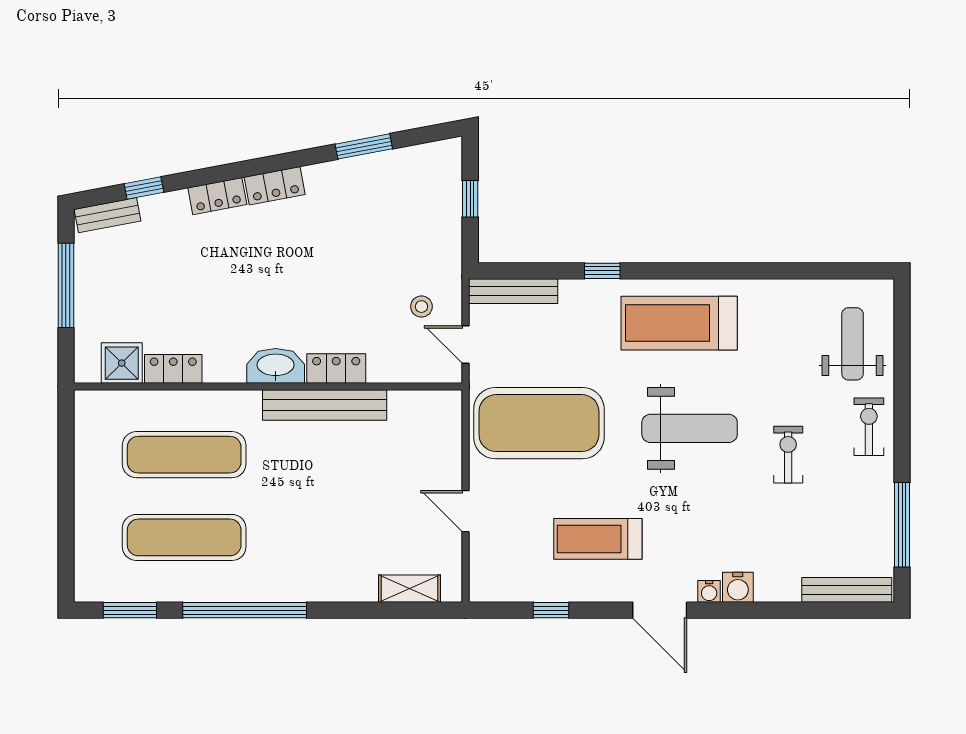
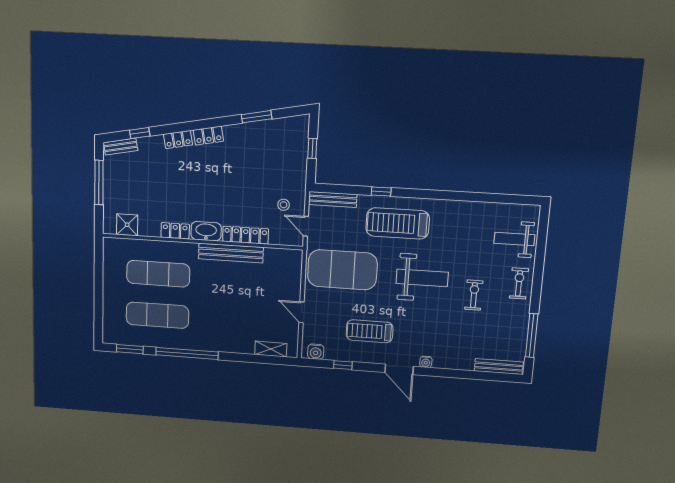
treadmill: (679, 323) -> (398, 223), moved
weight bench: (853, 344) -> (514, 239), turned -90
locker: (173, 369) -> (175, 231), moved
locker: (336, 369) -> (246, 235), width x1.53
water cooler: (738, 587) -> (316, 352), moved

